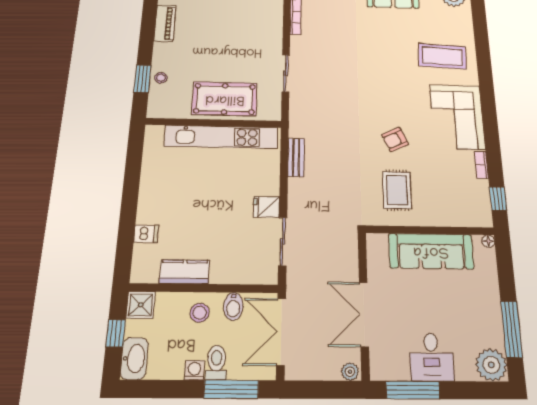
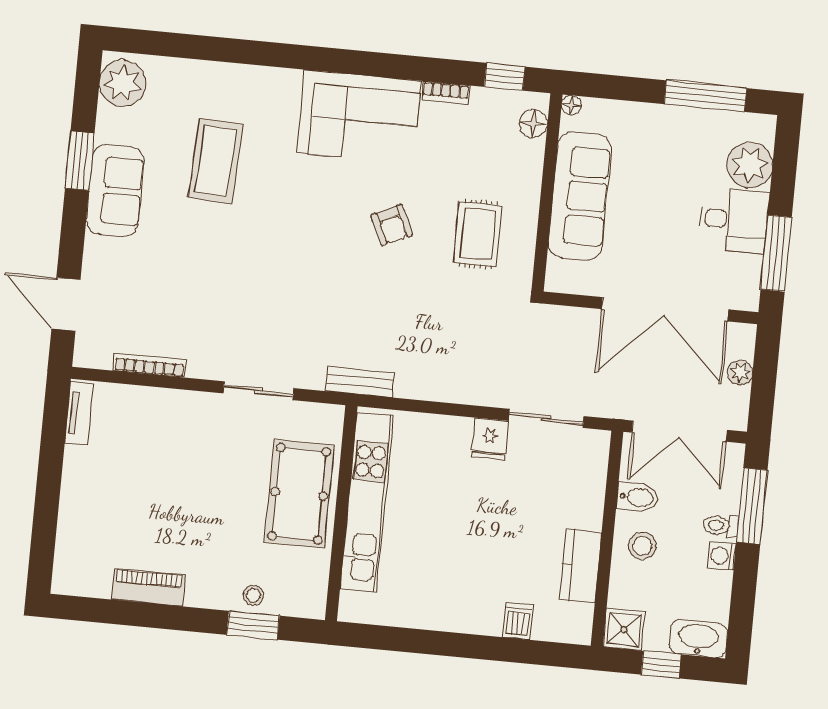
coffee table: (442, 56) -> (216, 161), moved
bench: (296, 157) -> (360, 382), moved
rug: (397, 190) -> (478, 234), turned 90
floor lamp: (472, 218) -> (533, 124), added
double door: (364, 314) -> (665, 309), width x1.36
toilet: (216, 363) -> (721, 526), width x0.73, depth x0.72
plant: (491, 365) -> (750, 165), moved
plant: (350, 372) -> (740, 373), moved

